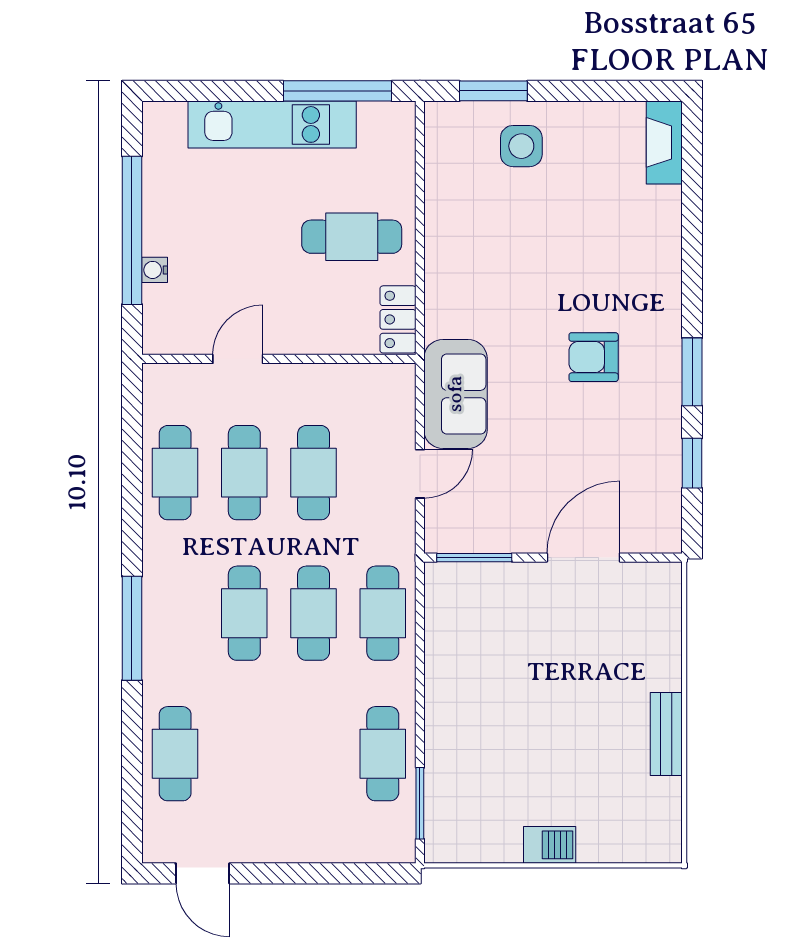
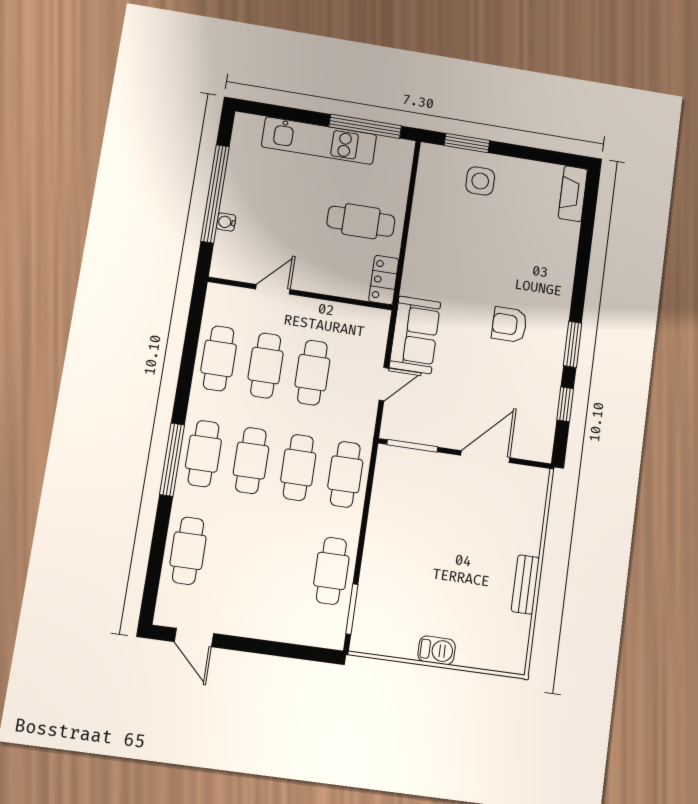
cafe table: (175, 613) -> (203, 454), added

